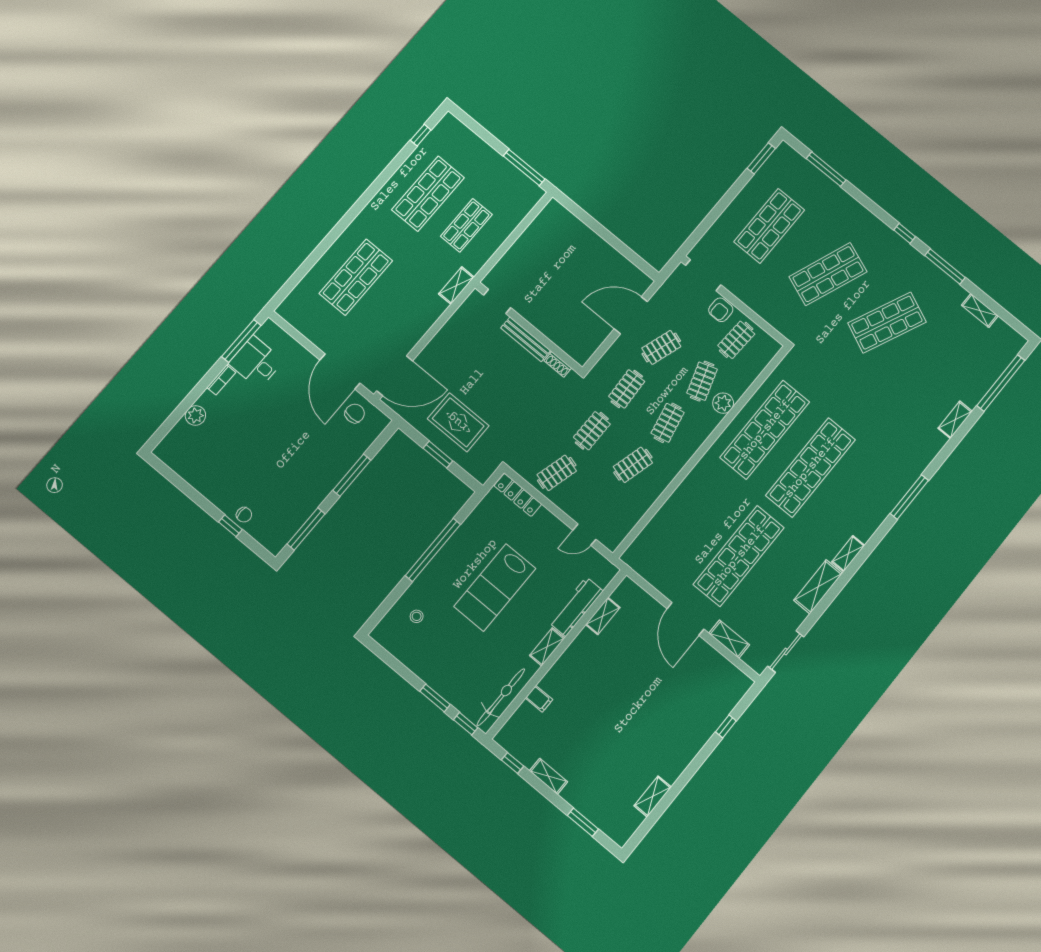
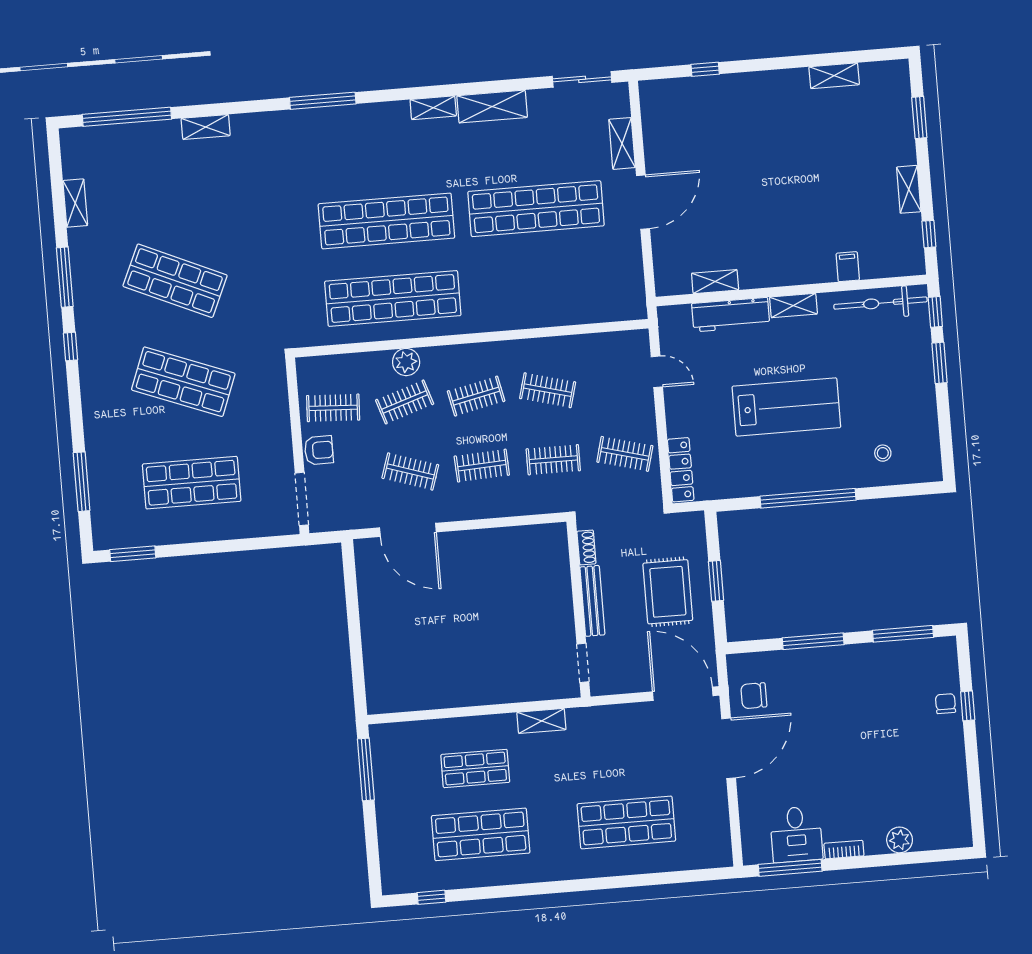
doorway: (497, 301) -> (583, 663), moved
wall: (529, 327) -> (578, 609), moved
bench: (526, 339) -> (592, 601), moved
shoe rack: (558, 364) -> (586, 547), moved

